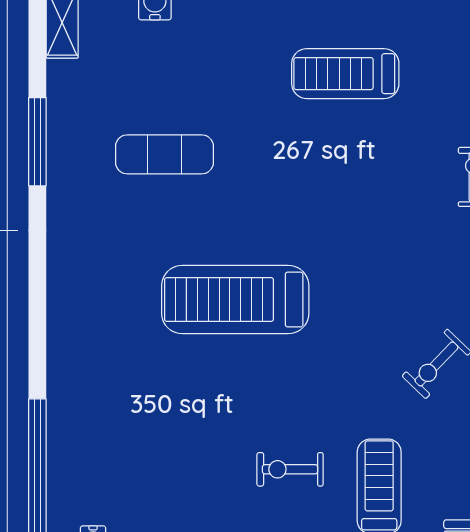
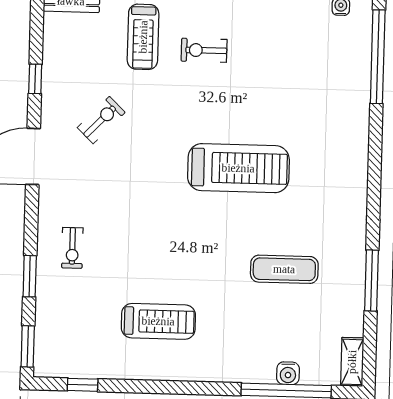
exercise bike: (290, 469) -> (204, 50), turned 180

